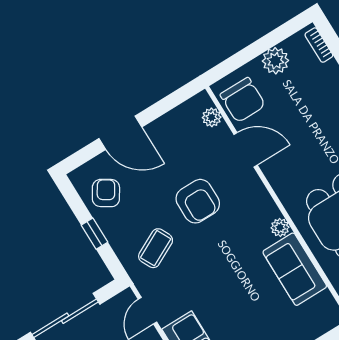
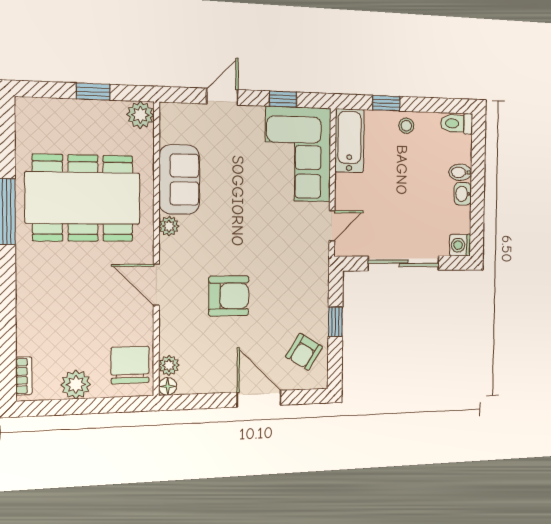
floor lamp: (202, 100) -> (168, 386), added
door: (246, 150) -> (156, 285), moved
armchair: (198, 201) -> (229, 296), turned 90
coffee table: (156, 248) -> (291, 276), removed

